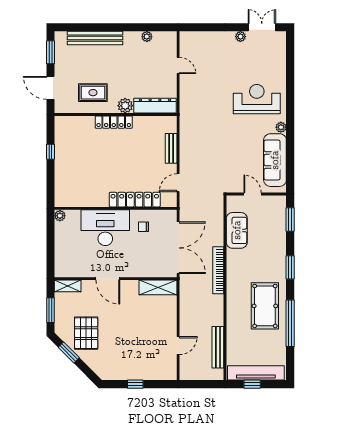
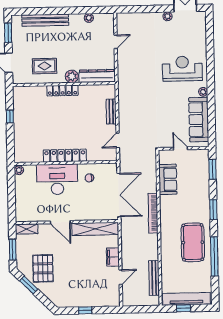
door: (178, 66) -> (116, 42), hinge flipped
locker: (135, 200) -> (65, 156), moved
shelving: (158, 287) -> (95, 229), width x1.47
filing cabinet: (170, 321) -> (113, 257), added

